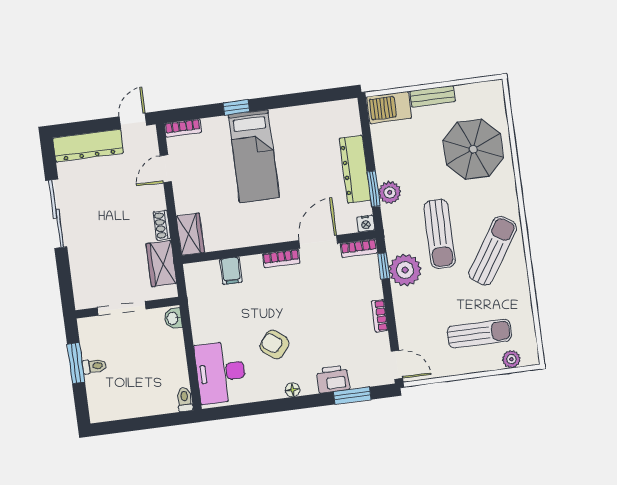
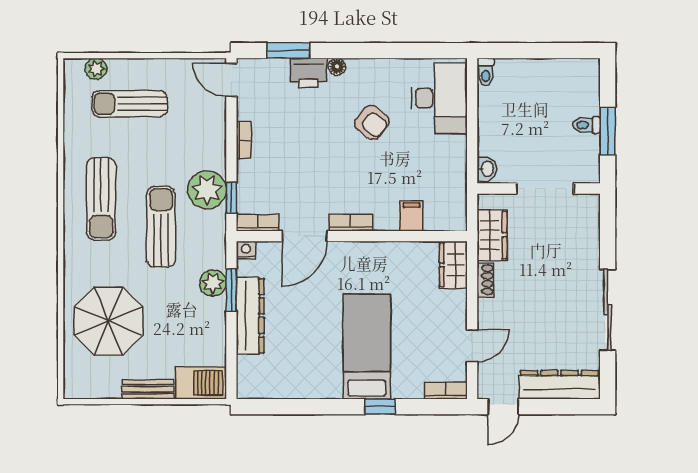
sun lounger: (493, 251) -> (101, 199), turned -33
floor lamp: (293, 390) -> (337, 67), moved

